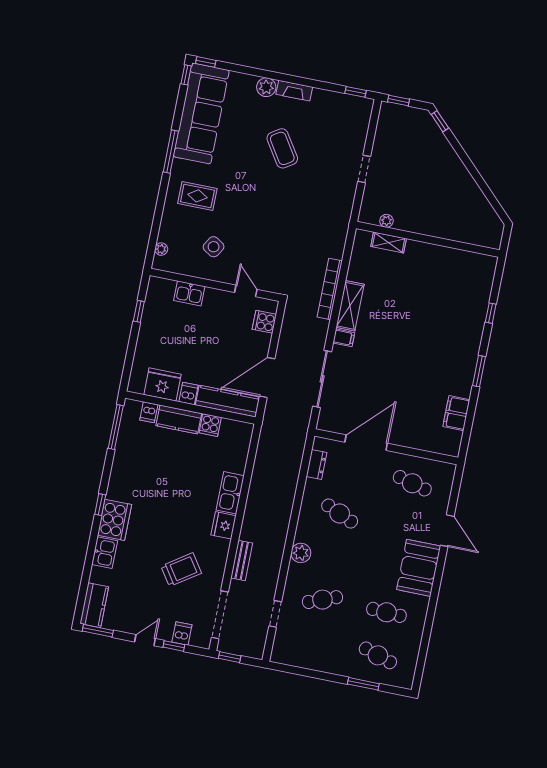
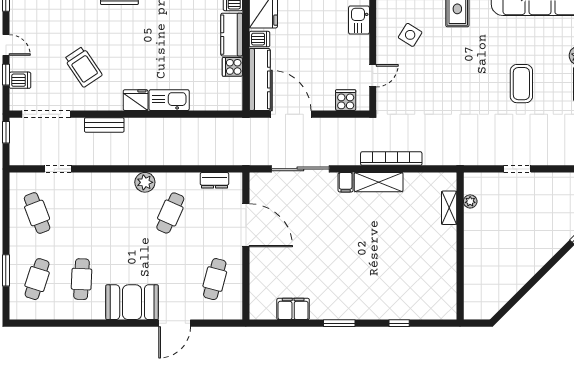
coffee table: (282, 148) -> (521, 84), turned -57
plant: (301, 553) -> (145, 182), moved
cafe table: (322, 600) -> (37, 213), moved

